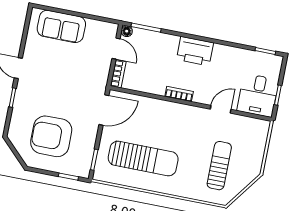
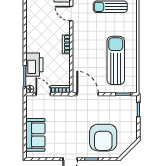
door: (116, 49) -> (43, 94), hinge flipped
printer: (195, 51) -> (34, 65), moved
armchair: (51, 136) -> (103, 138), moved

